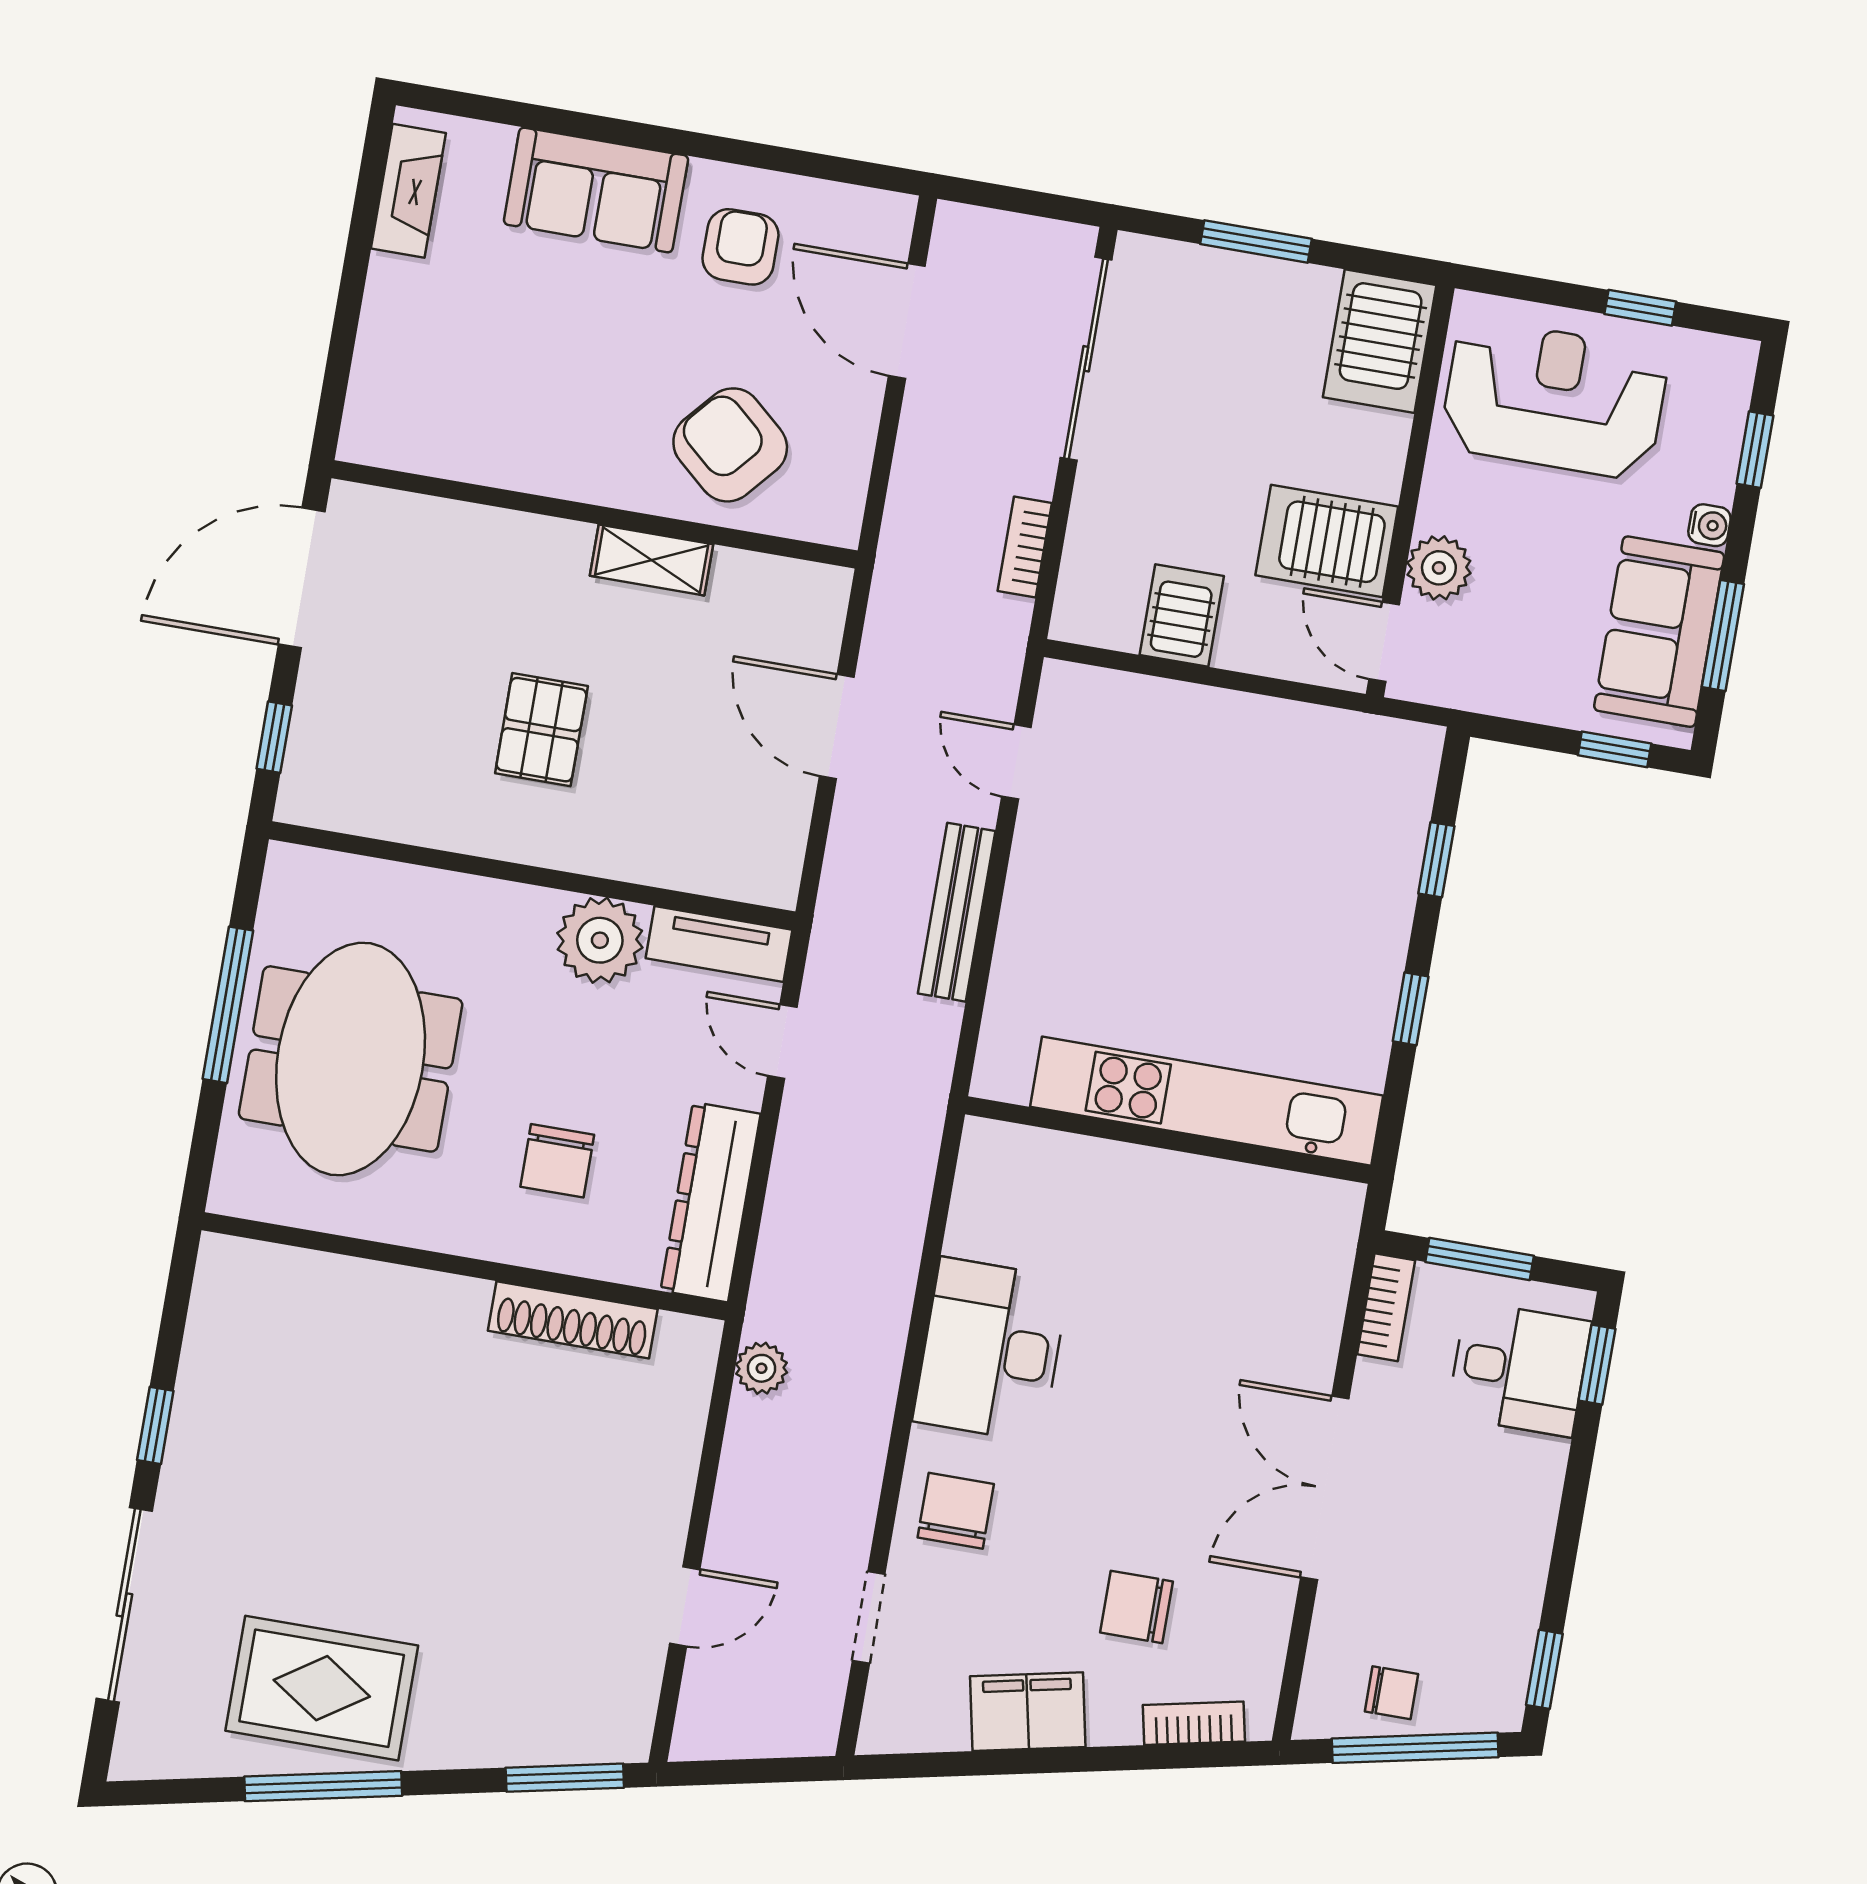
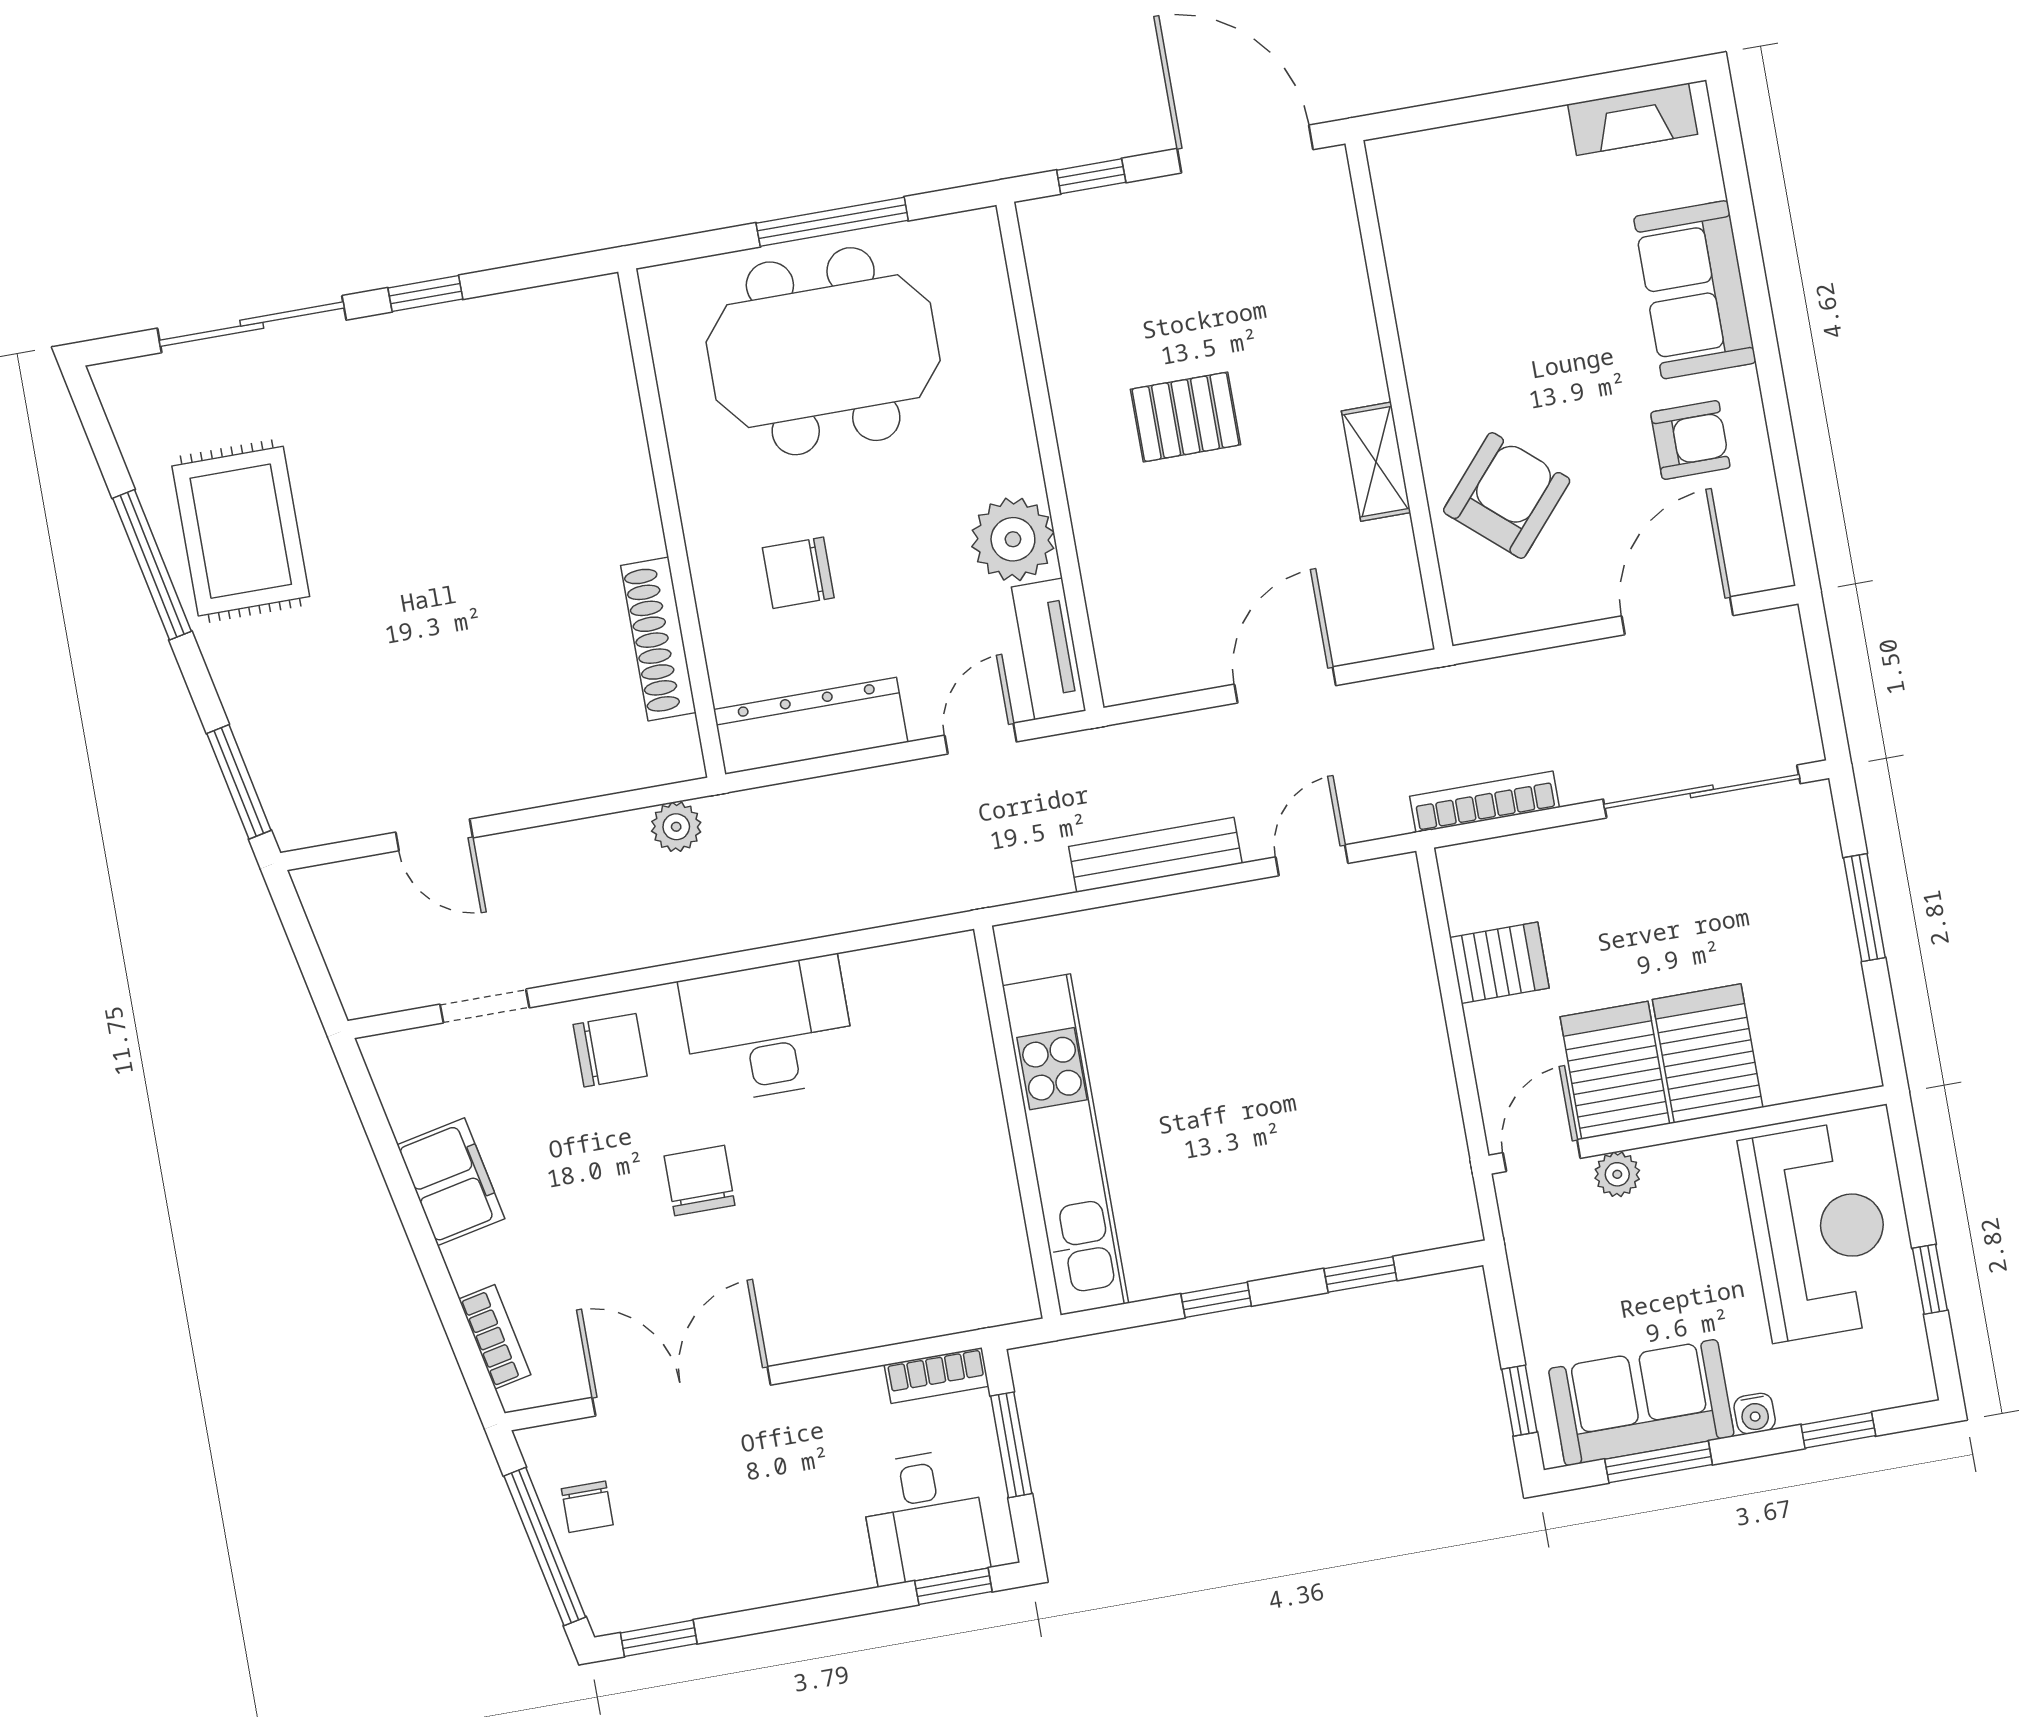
server rack: (1380, 341) -> (1708, 1053), moved, turned 90
bookcase: (1025, 547) -> (1485, 802), width x1.56
plant: (1439, 568) -> (1617, 1174), width x0.73, depth x0.73
double door: (1325, 1488) -> (681, 1391), moved
chair: (1137, 1607) -> (700, 1181), moved

